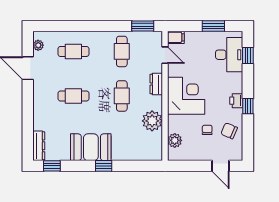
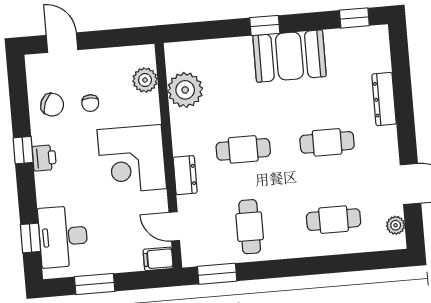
cafe table: (122, 96) -> (243, 149), turned 90
plant: (152, 121) -> (185, 90), moved
dresser: (39, 146) -> (384, 99), moved

